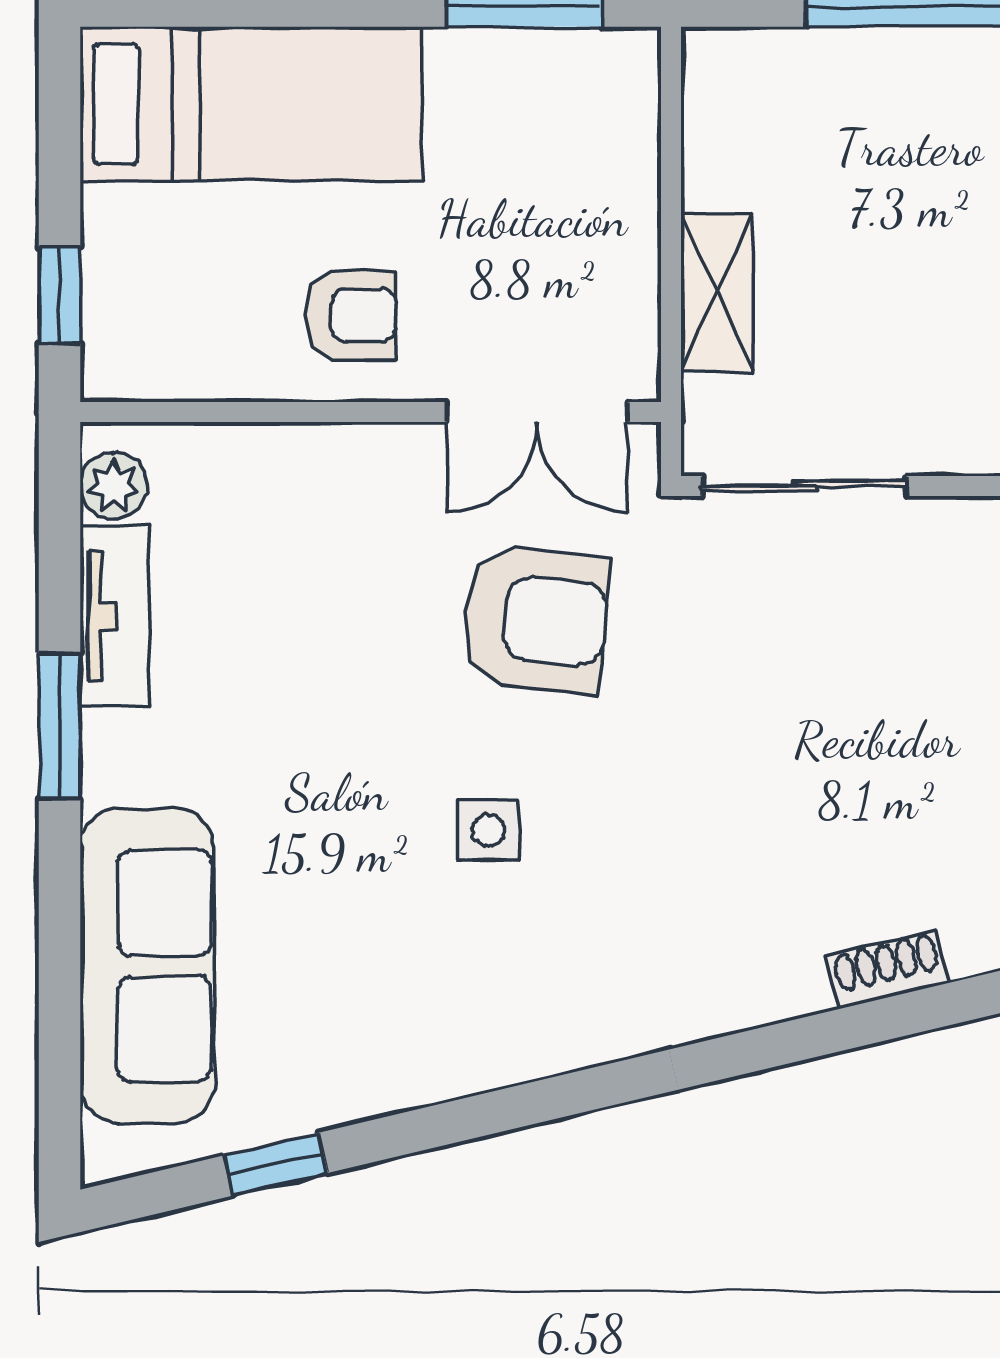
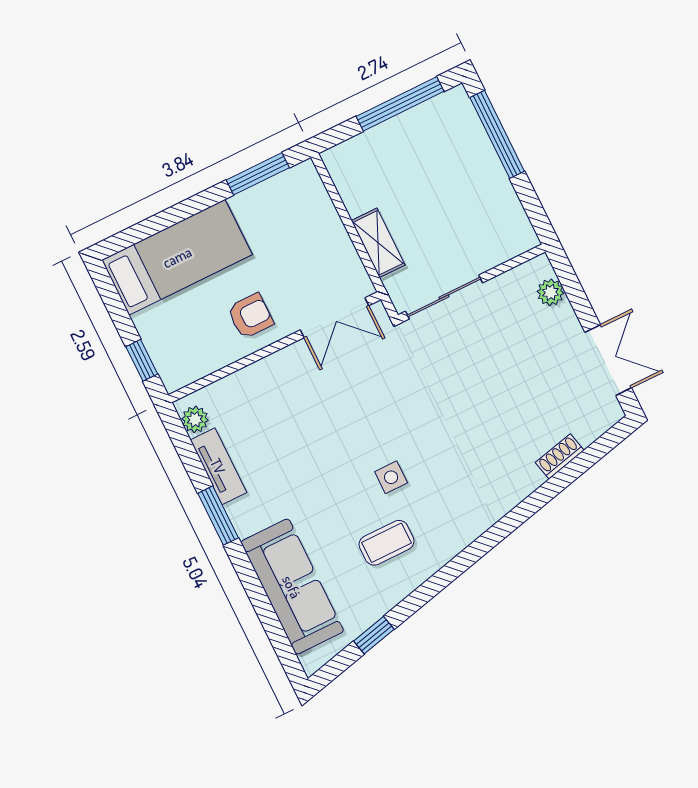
armchair: (536, 619) -> (371, 393), removed
coffee table: (406, 972) -> (387, 543), added

